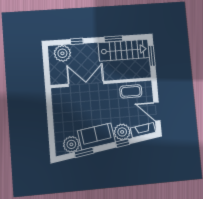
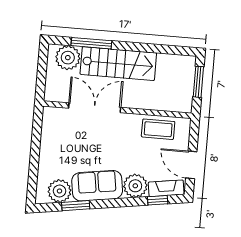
window: (113, 39) -> (146, 48), removed
window: (77, 41) -> (91, 43), width x2.17
stairs: (124, 50) -> (118, 64), moved
window: (123, 143) -> (158, 200), moved

